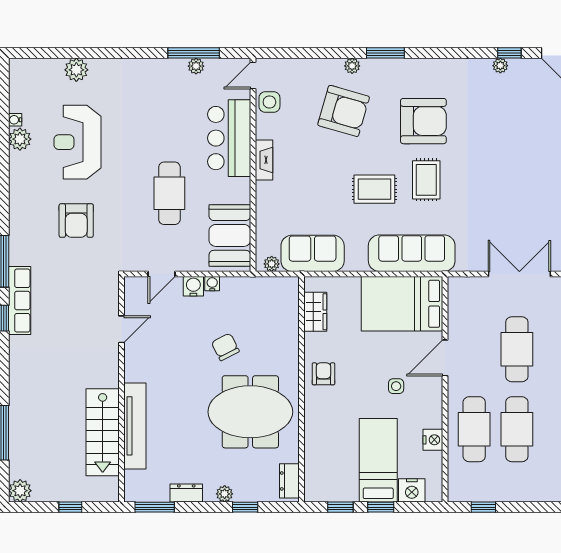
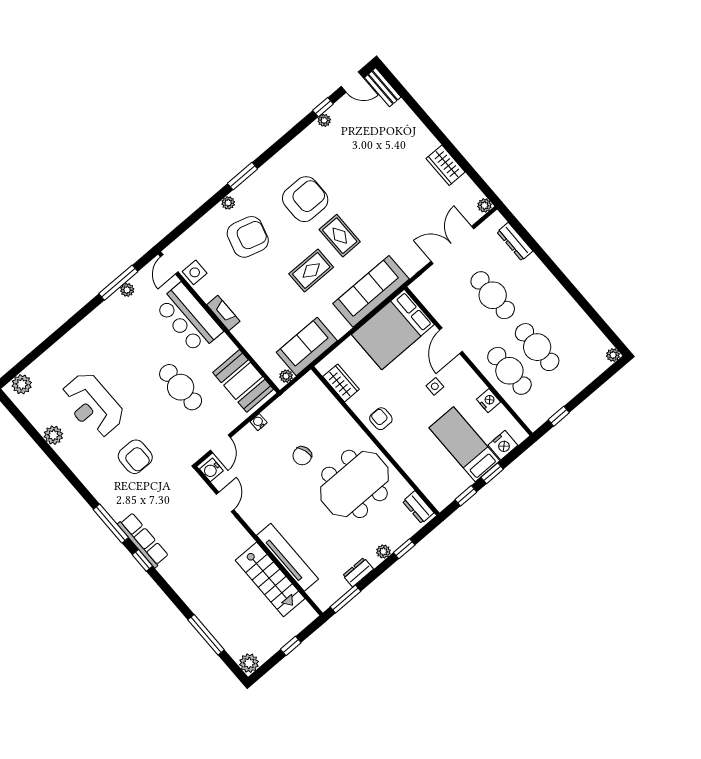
plant: (76, 70) -> (22, 384), moved
water cooler: (15, 120) -> (40, 425), removed
water cooler: (193, 286) -> (211, 470), moved, turned -90
chair: (225, 347) -> (302, 456), turned -81

